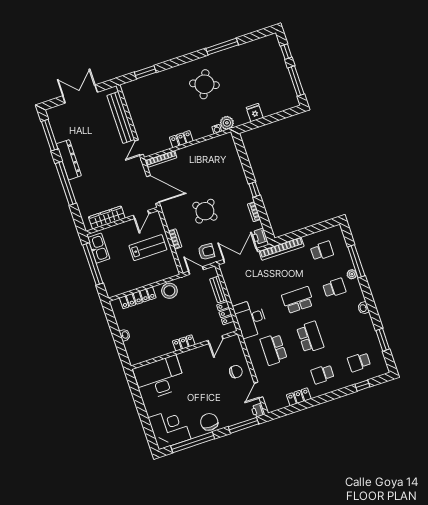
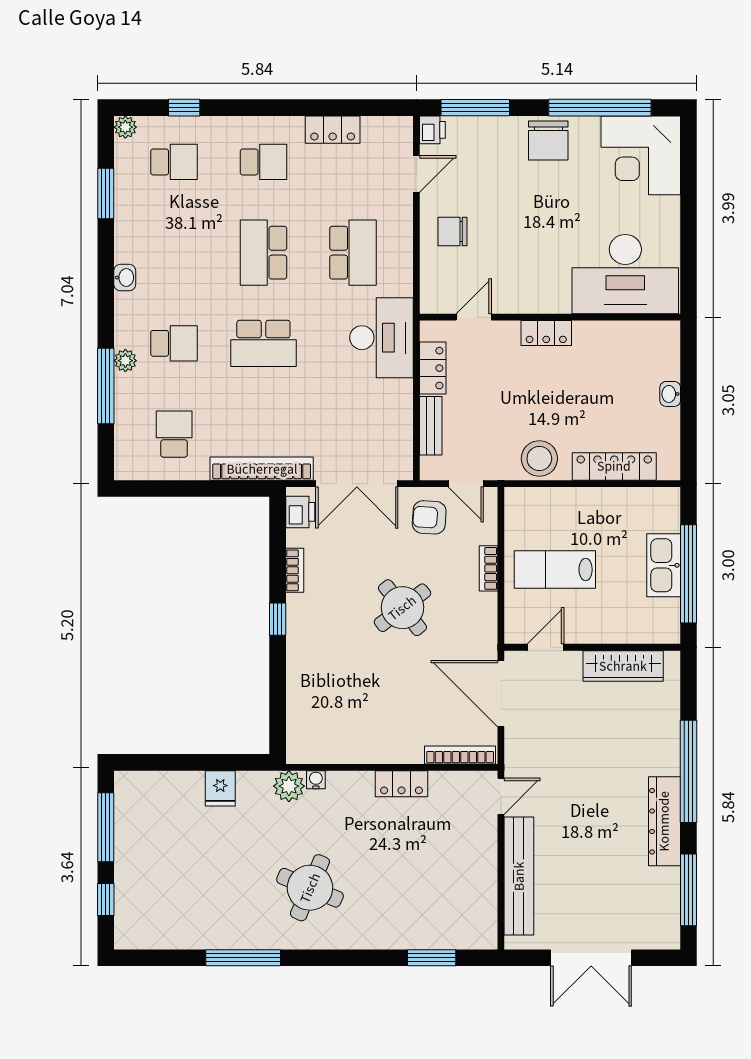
kitchen sink: (99, 248) -> (664, 565), moved
school desk: (322, 251) -> (174, 434), turned 90
school desk: (334, 288) -> (174, 343), turned 180
plant: (384, 370) -> (125, 127), added

